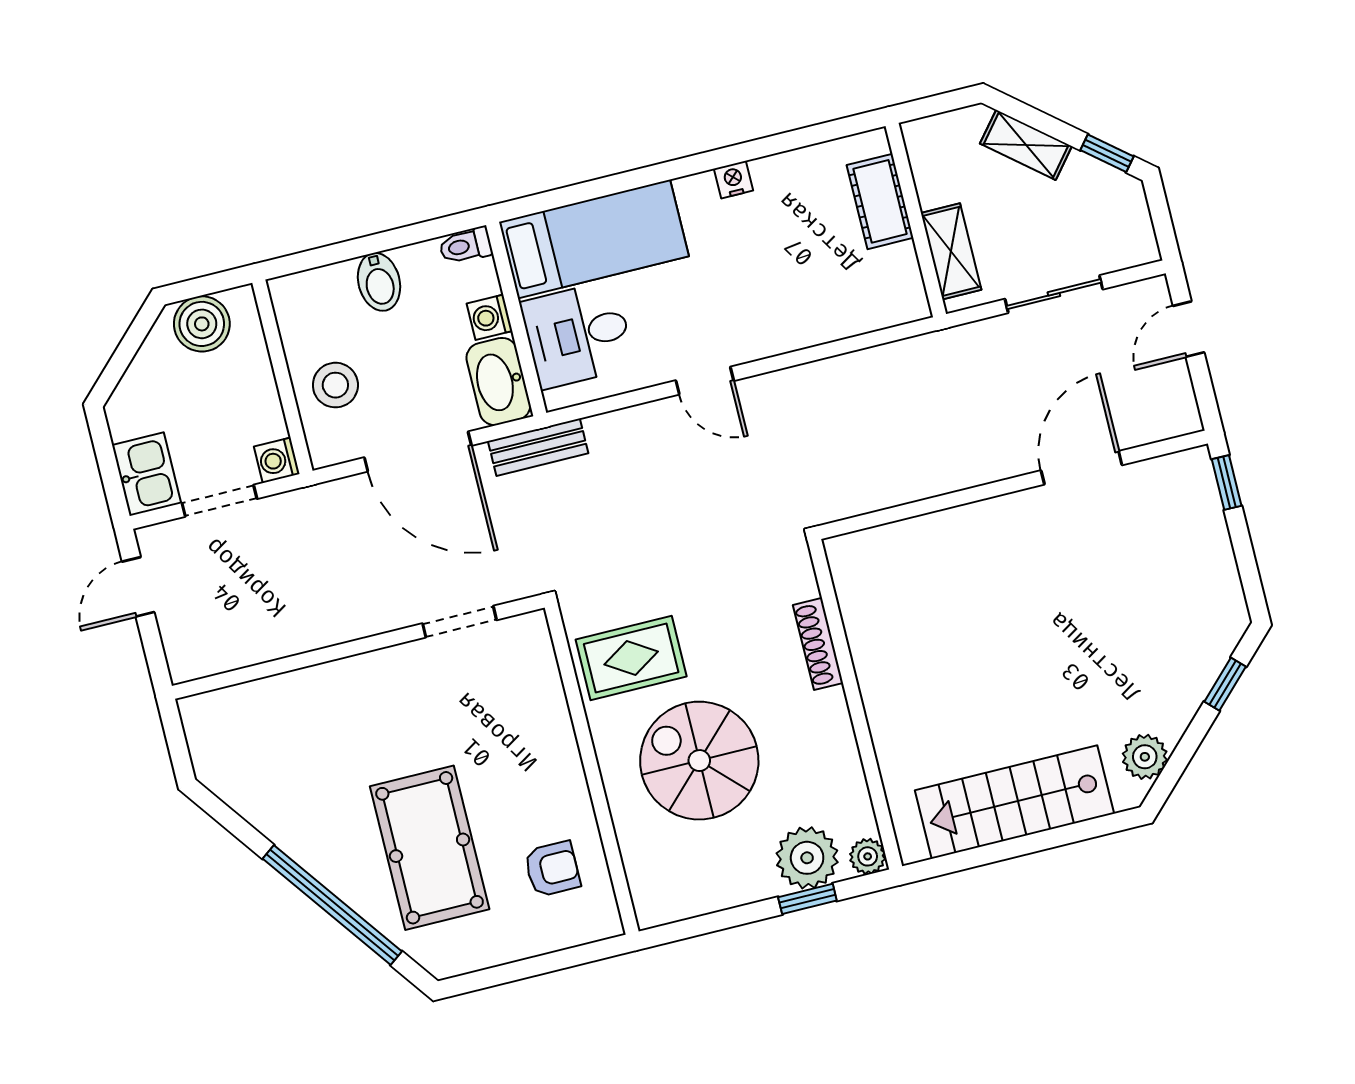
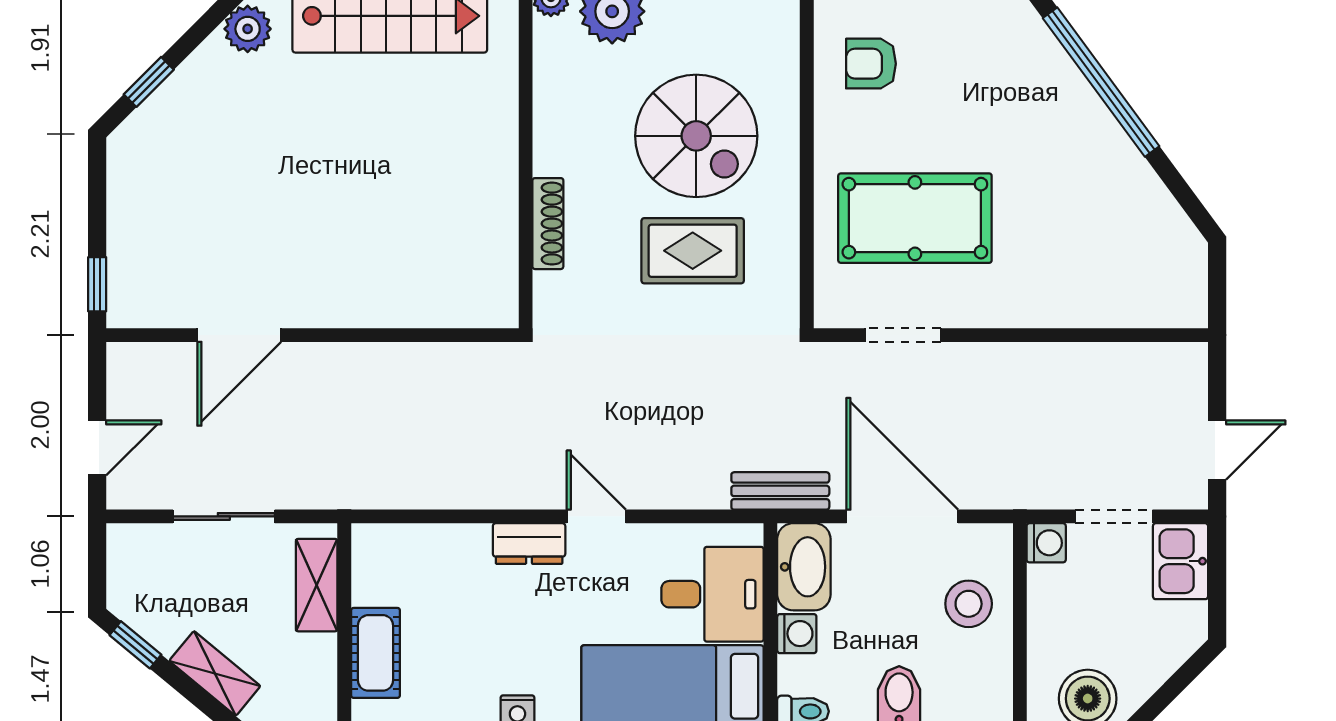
dresser: (761, 340) -> (529, 544), added
rug: (631, 658) -> (693, 251), moved
pool table: (430, 848) -> (915, 218), moved, turned 90

